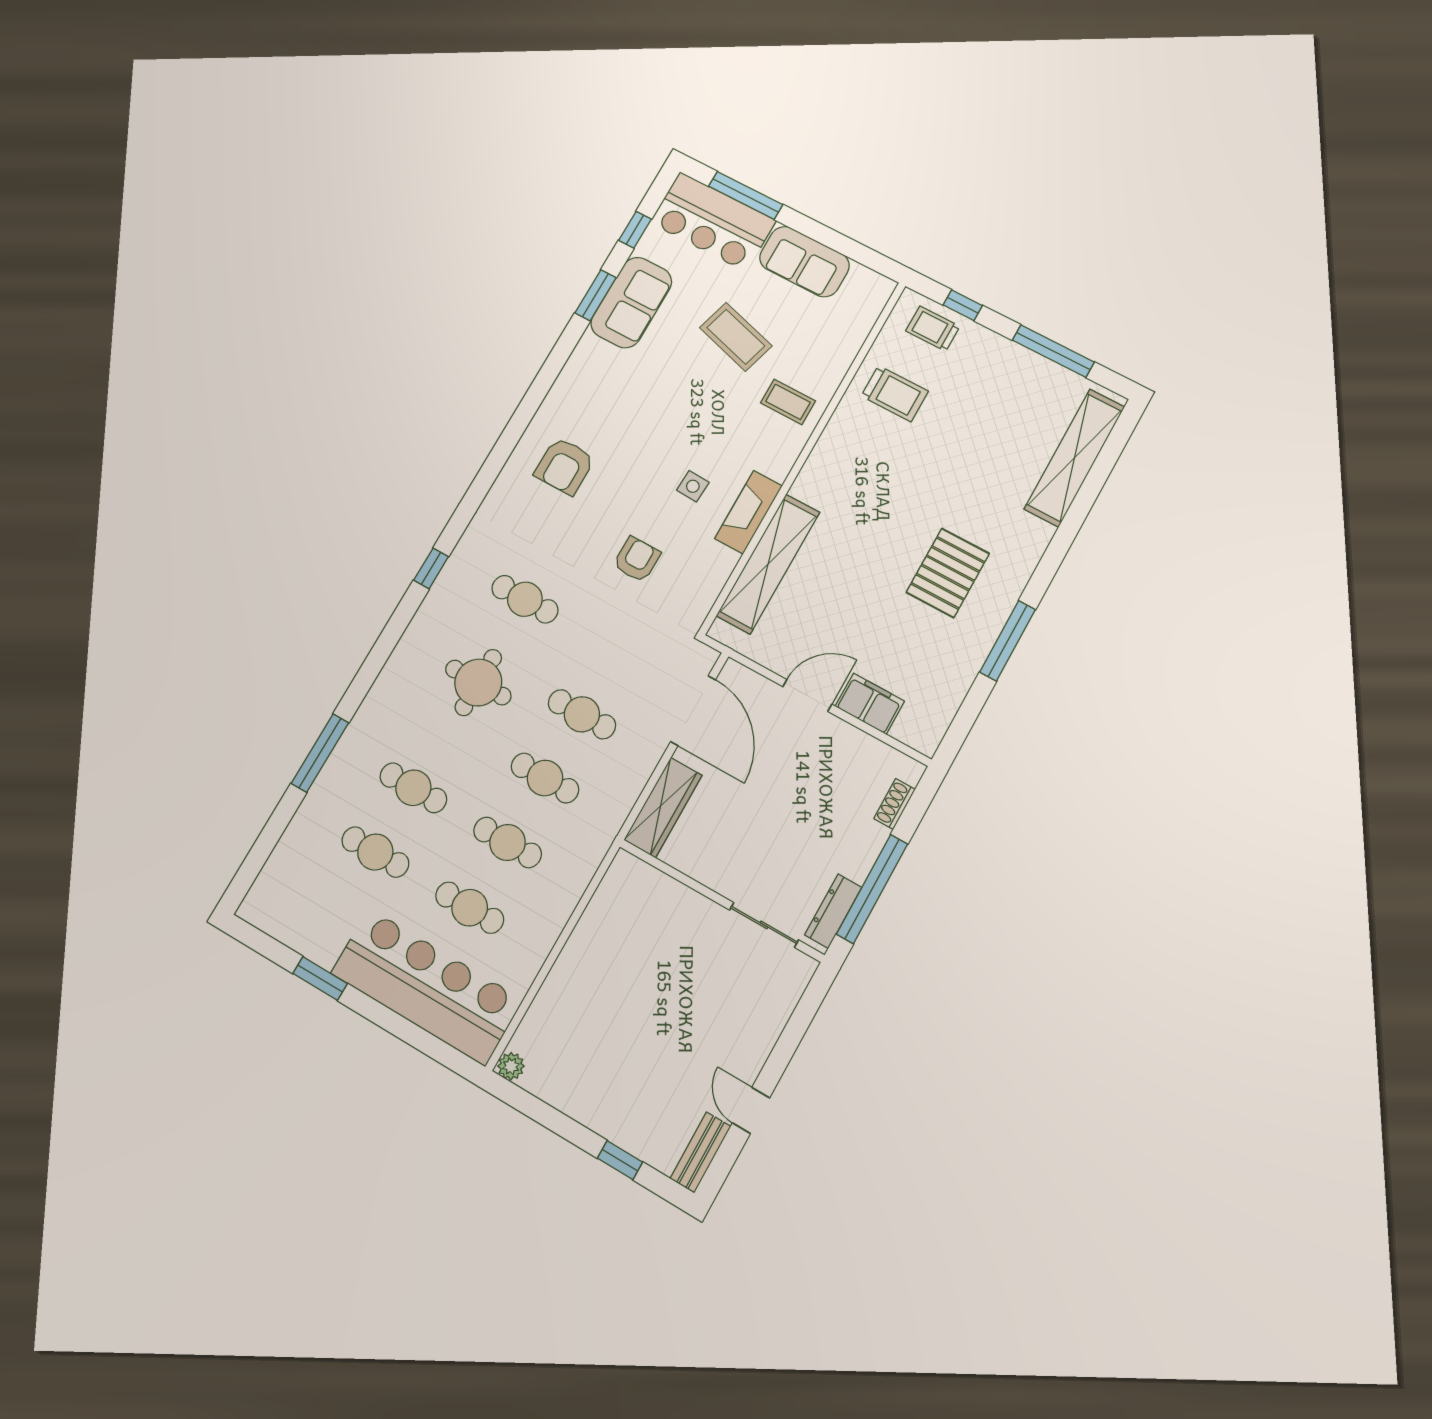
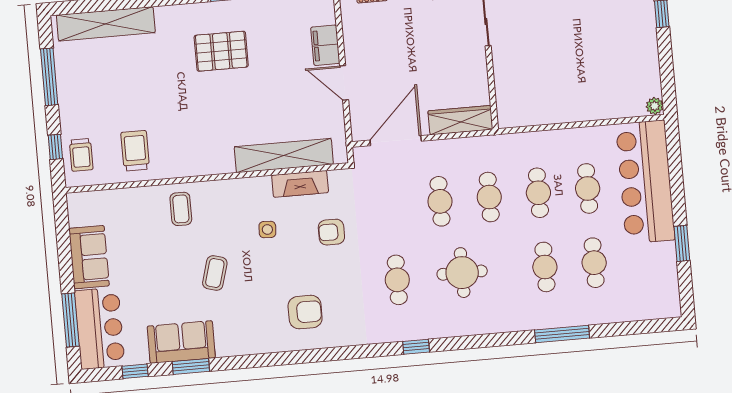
coffee table: (736, 337) -> (215, 273), moved, width x0.73, depth x0.77
fireplace: (748, 512) -> (300, 184), moved

